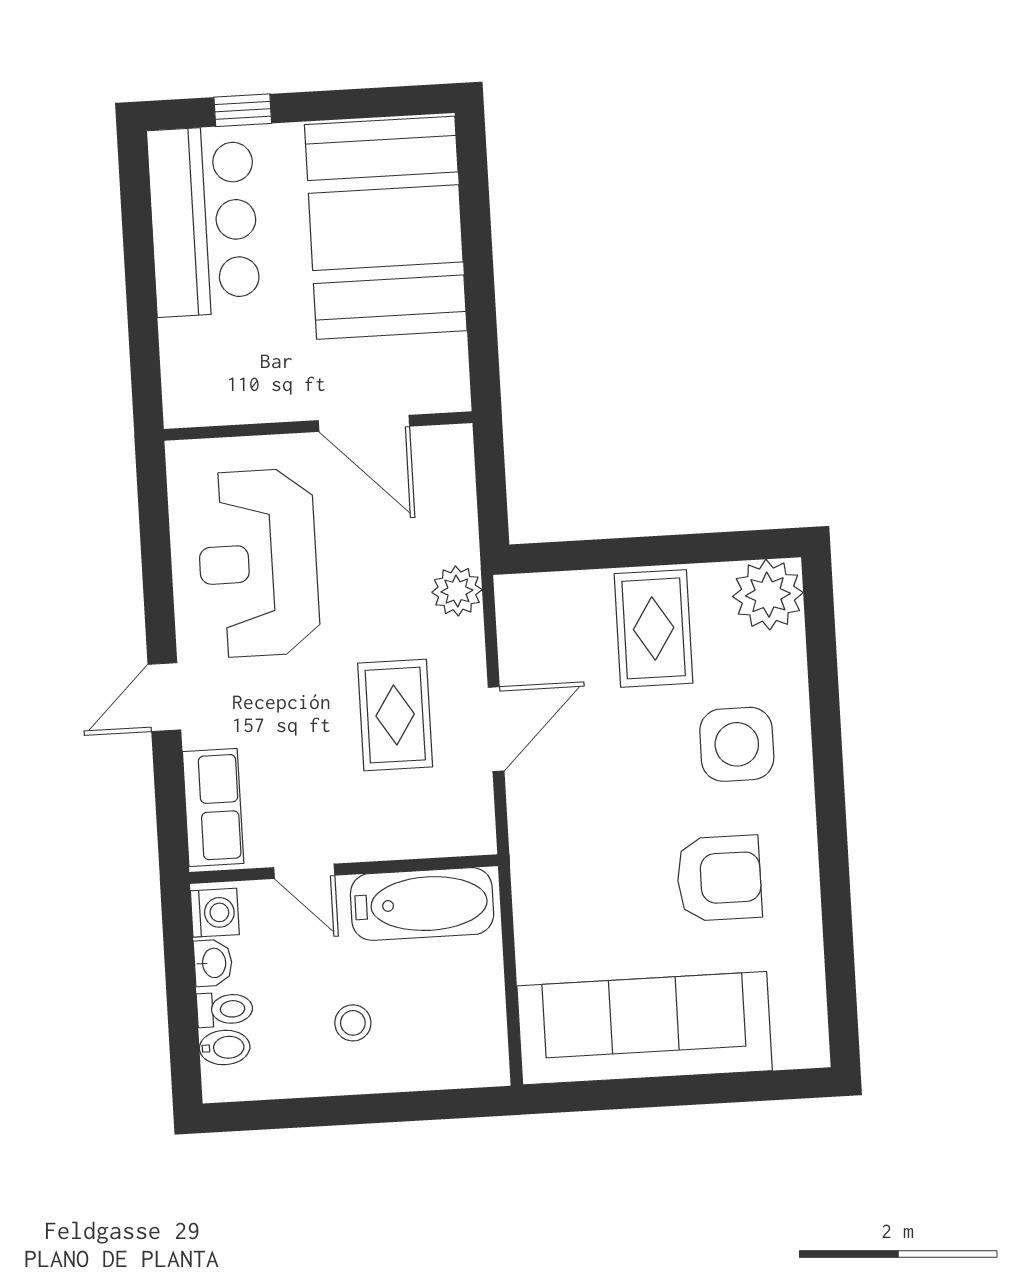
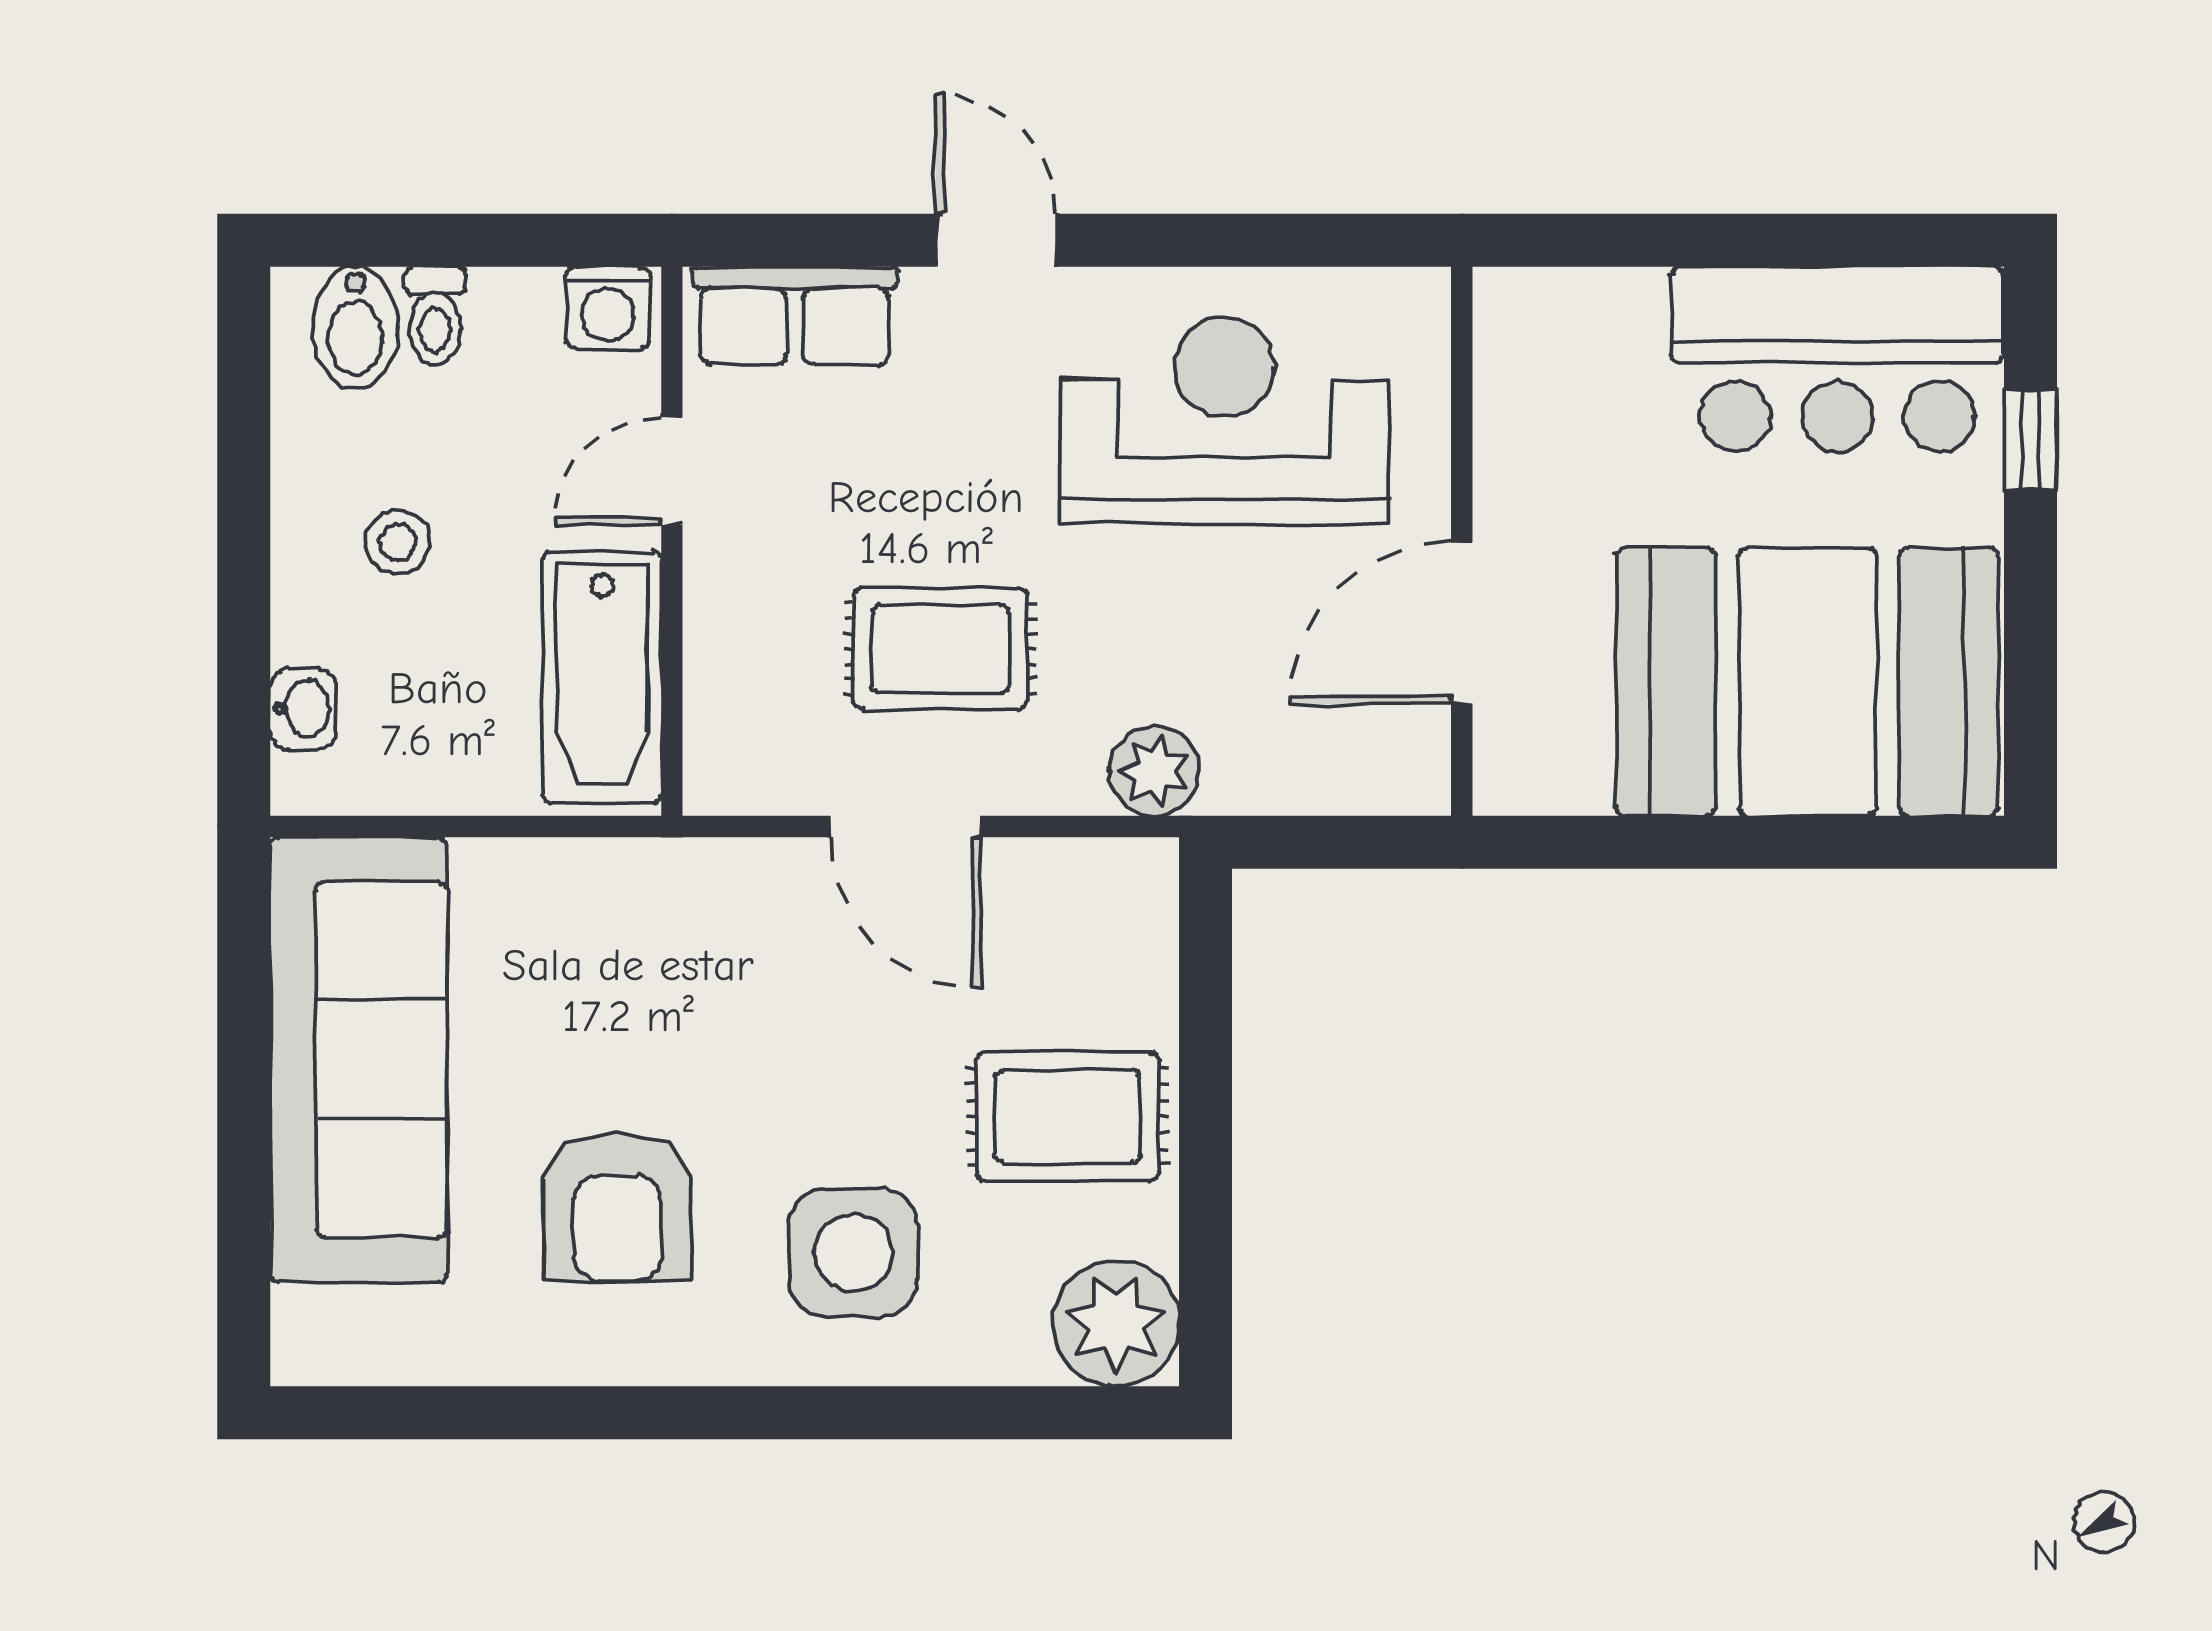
washbasin: (213, 963) -> (303, 709), moved, turned -90
bidet: (225, 1047) -> (355, 328), width x1.38, depth x1.36

